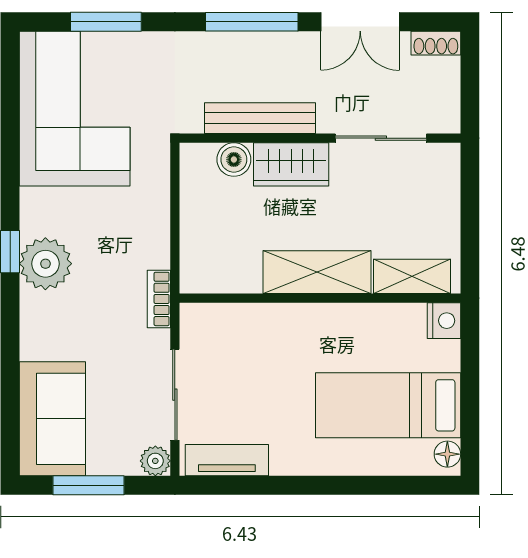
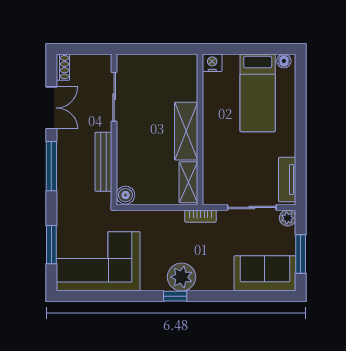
boiler: (234, 160) -> (126, 195), moved
wardrobe: (291, 164) -> (128, 145), removed
shelving: (412, 276) -> (188, 182), moved

